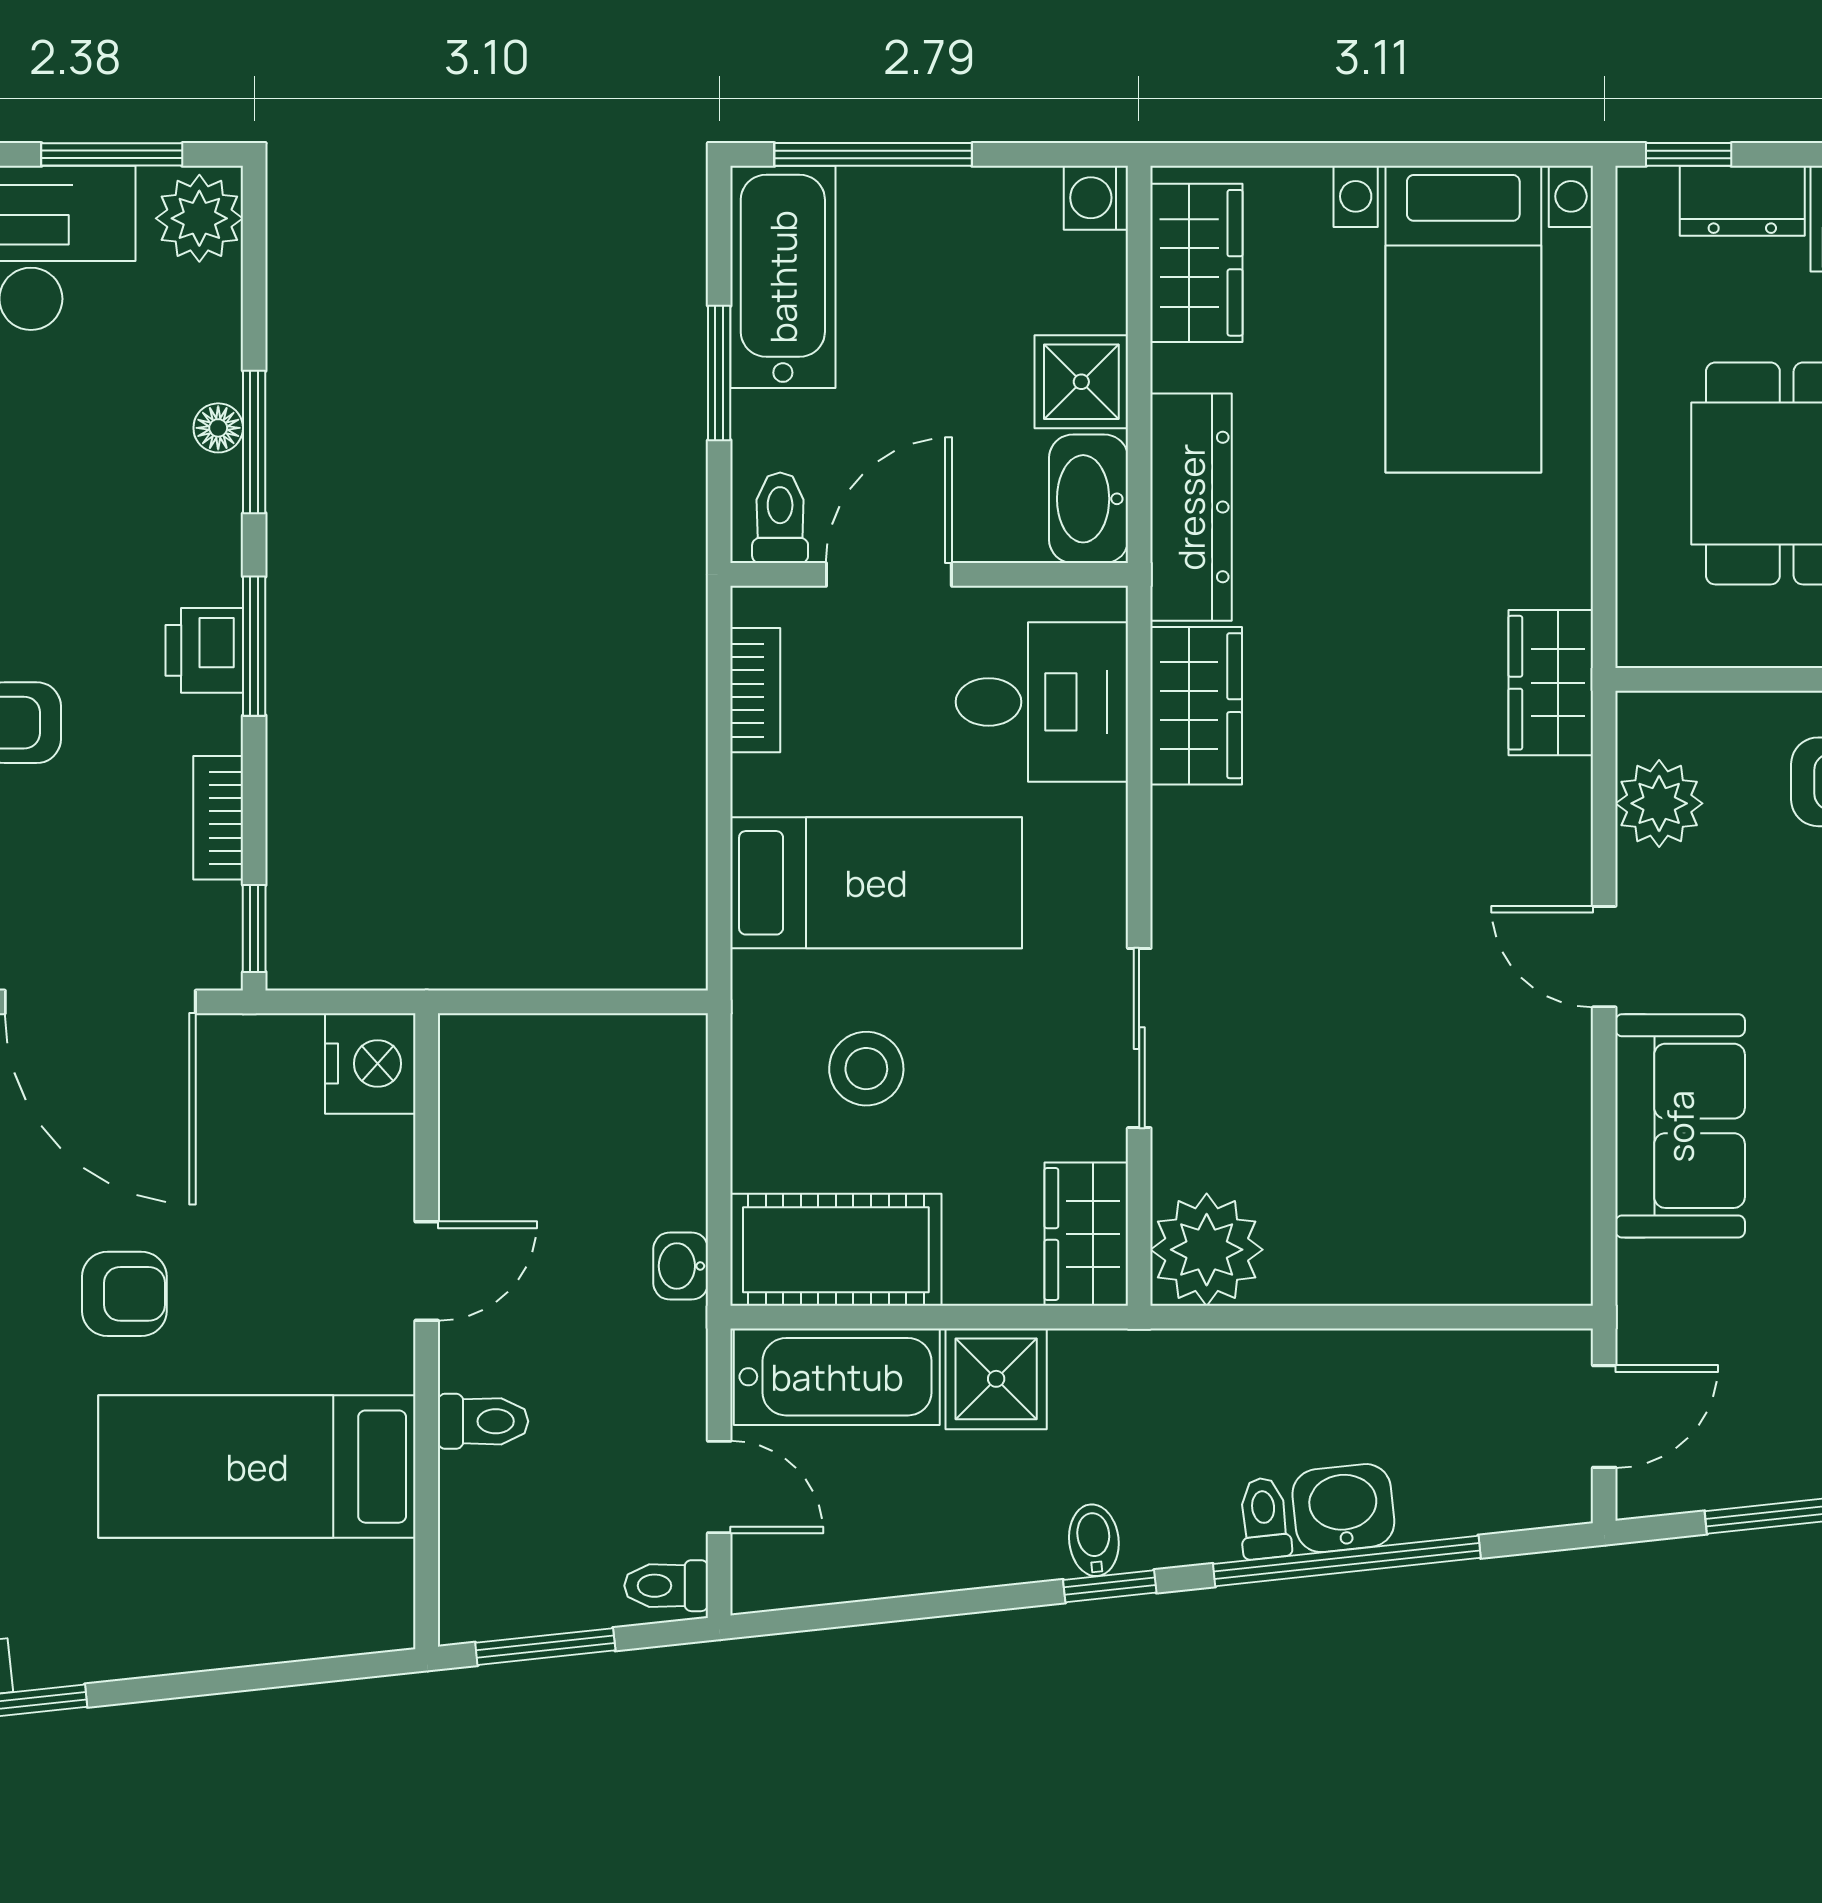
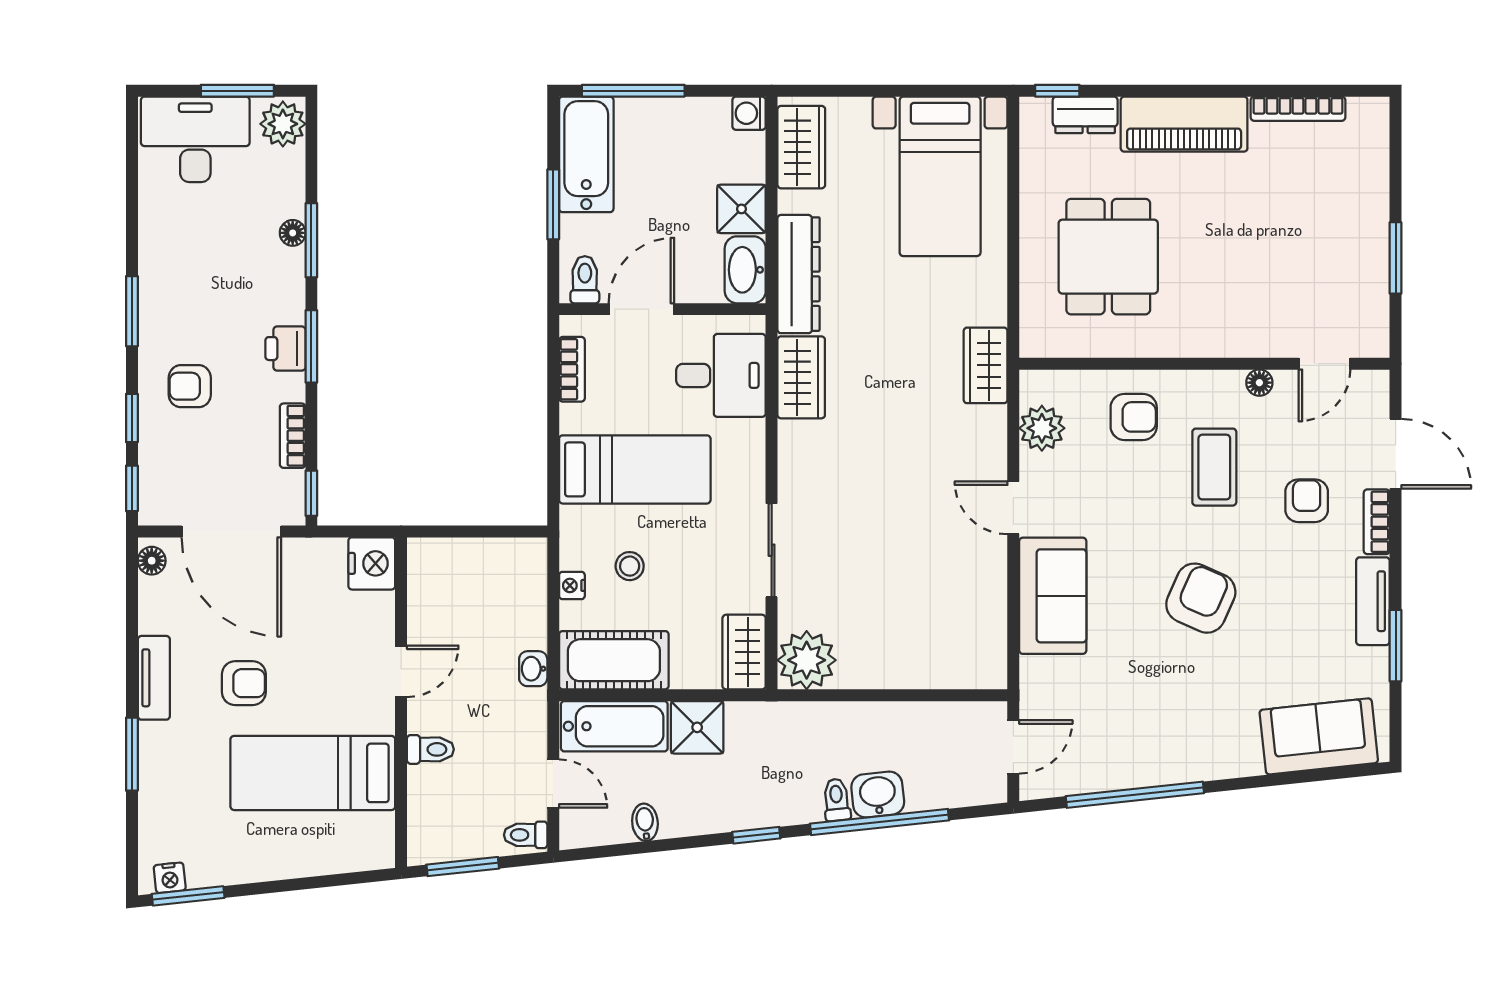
stool: (866, 1069) -> (630, 566), width x0.73, depth x0.73
nightstand: (755, 1106) -> (572, 585), added
bidet: (1094, 1540) -> (645, 822), moved

